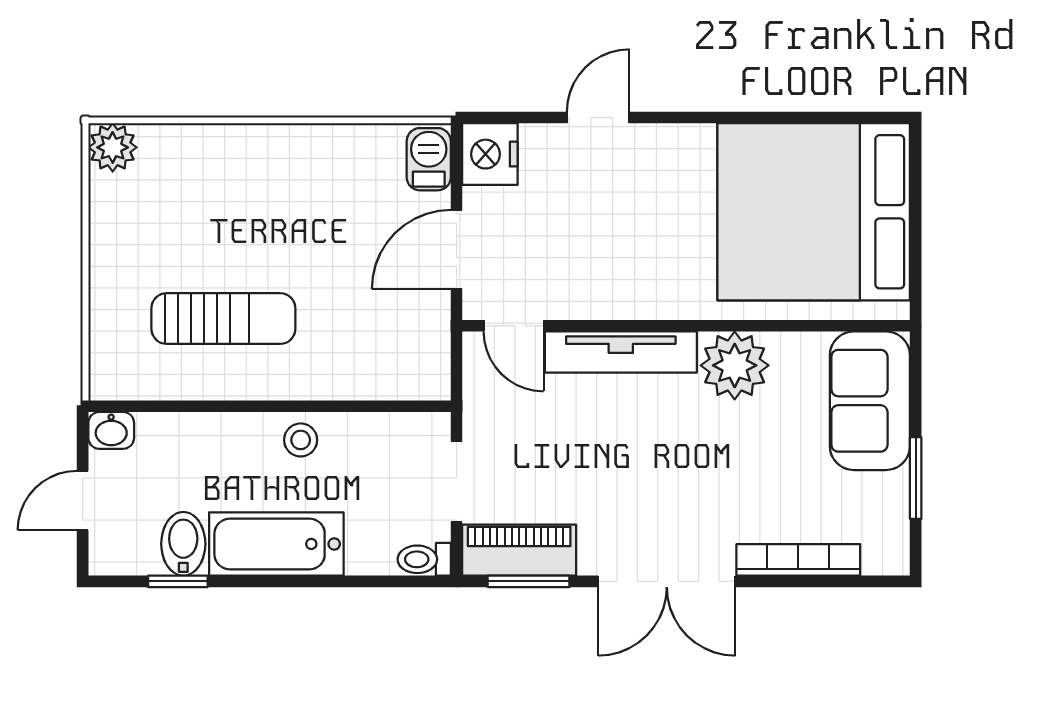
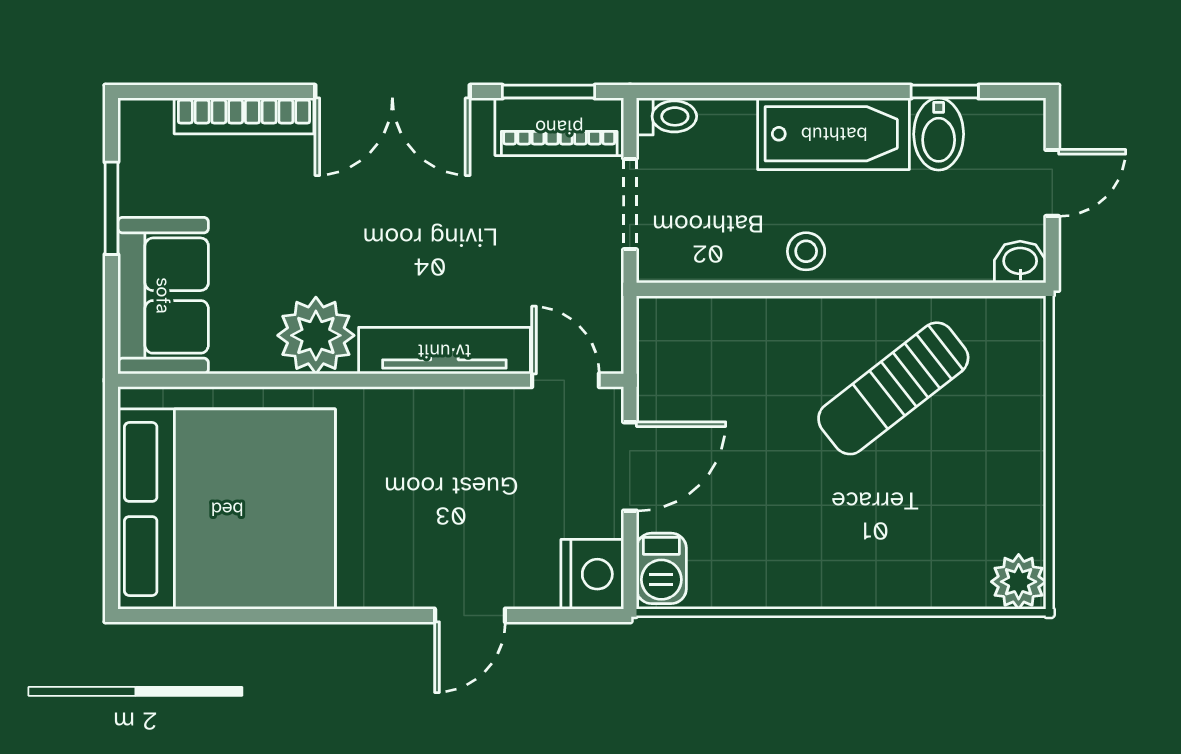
sun lounger: (223, 319) -> (893, 388), turned -38
double door: (667, 581) -> (392, 92), swing flipped

